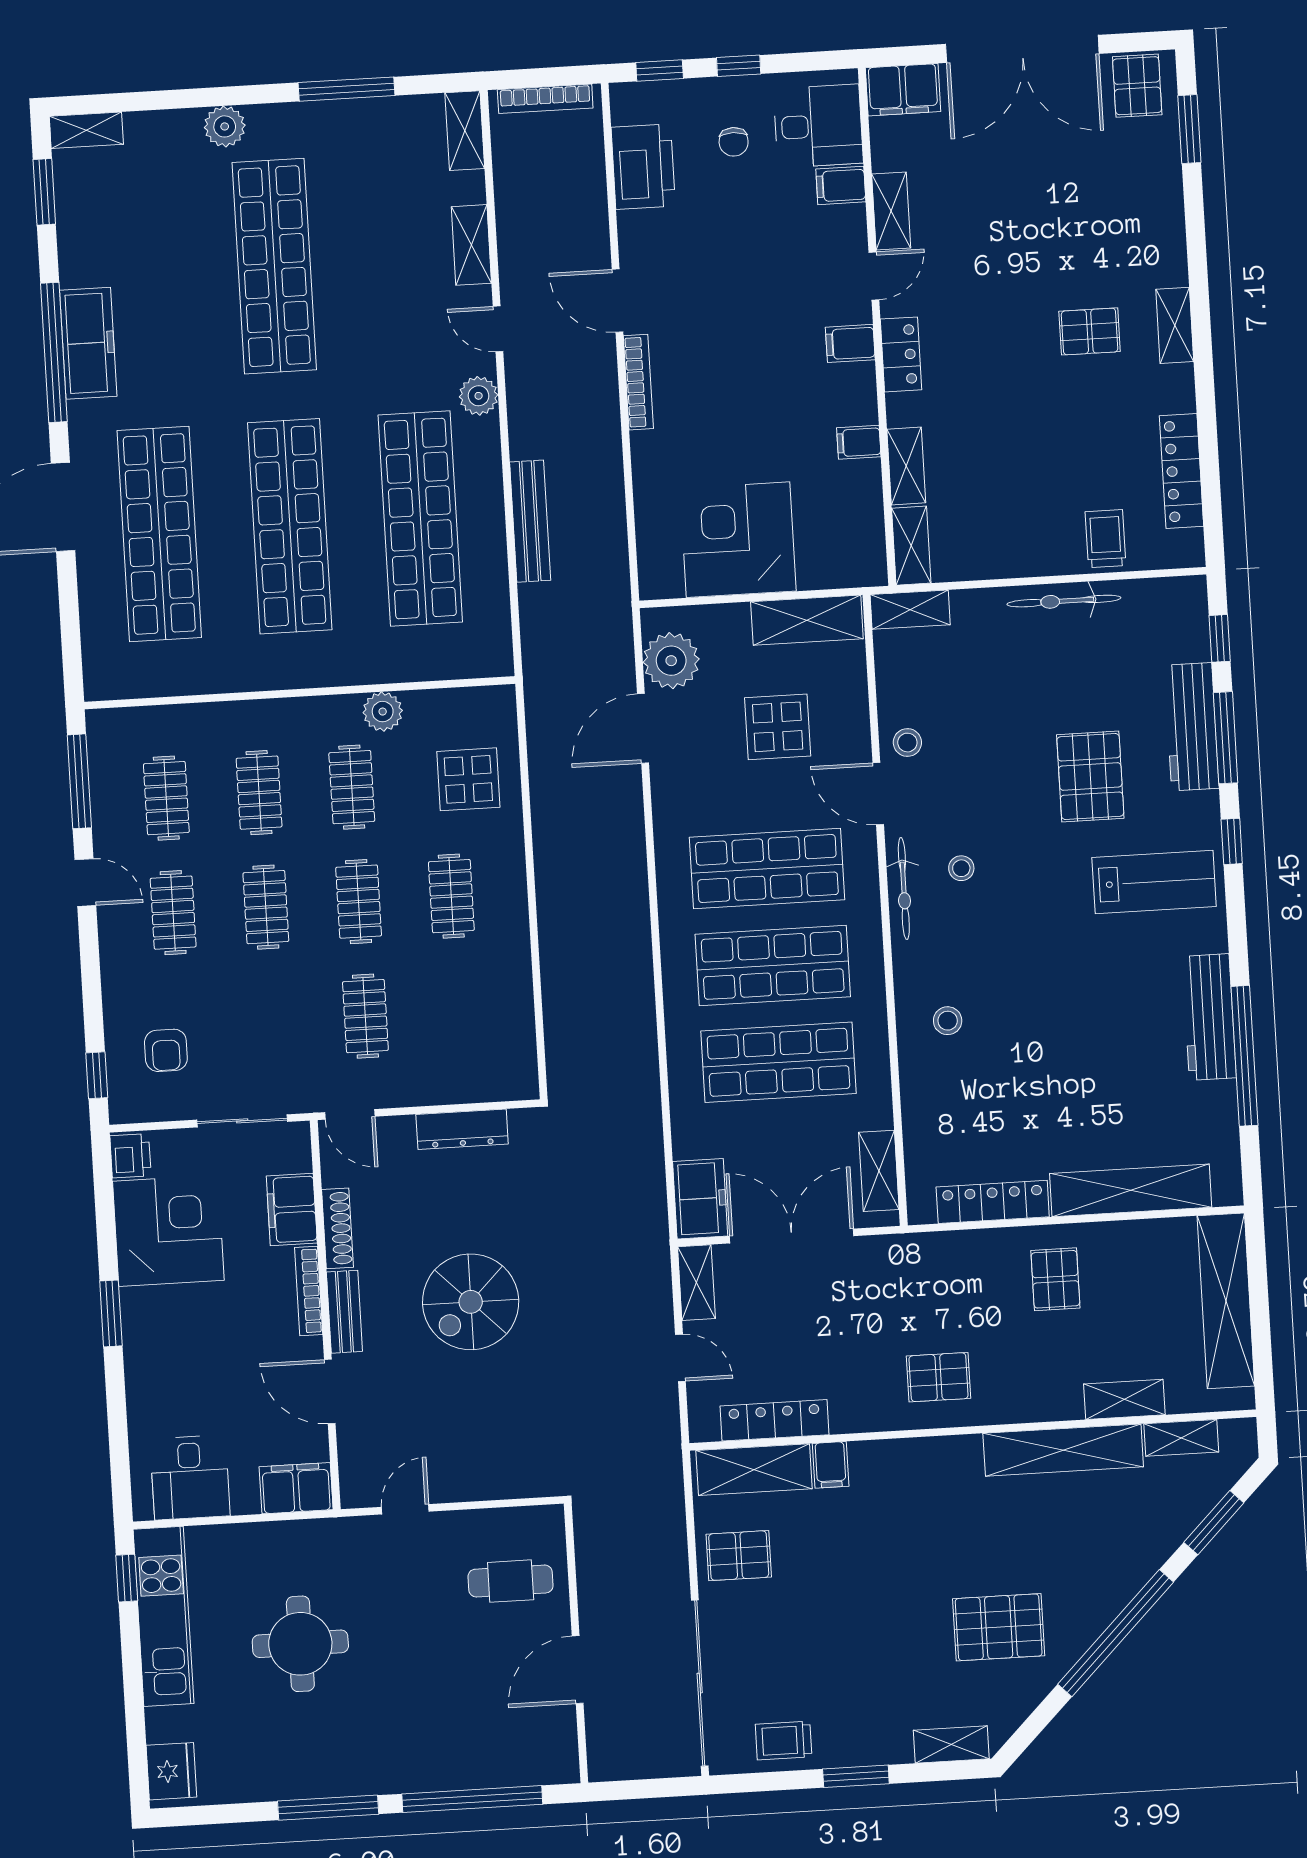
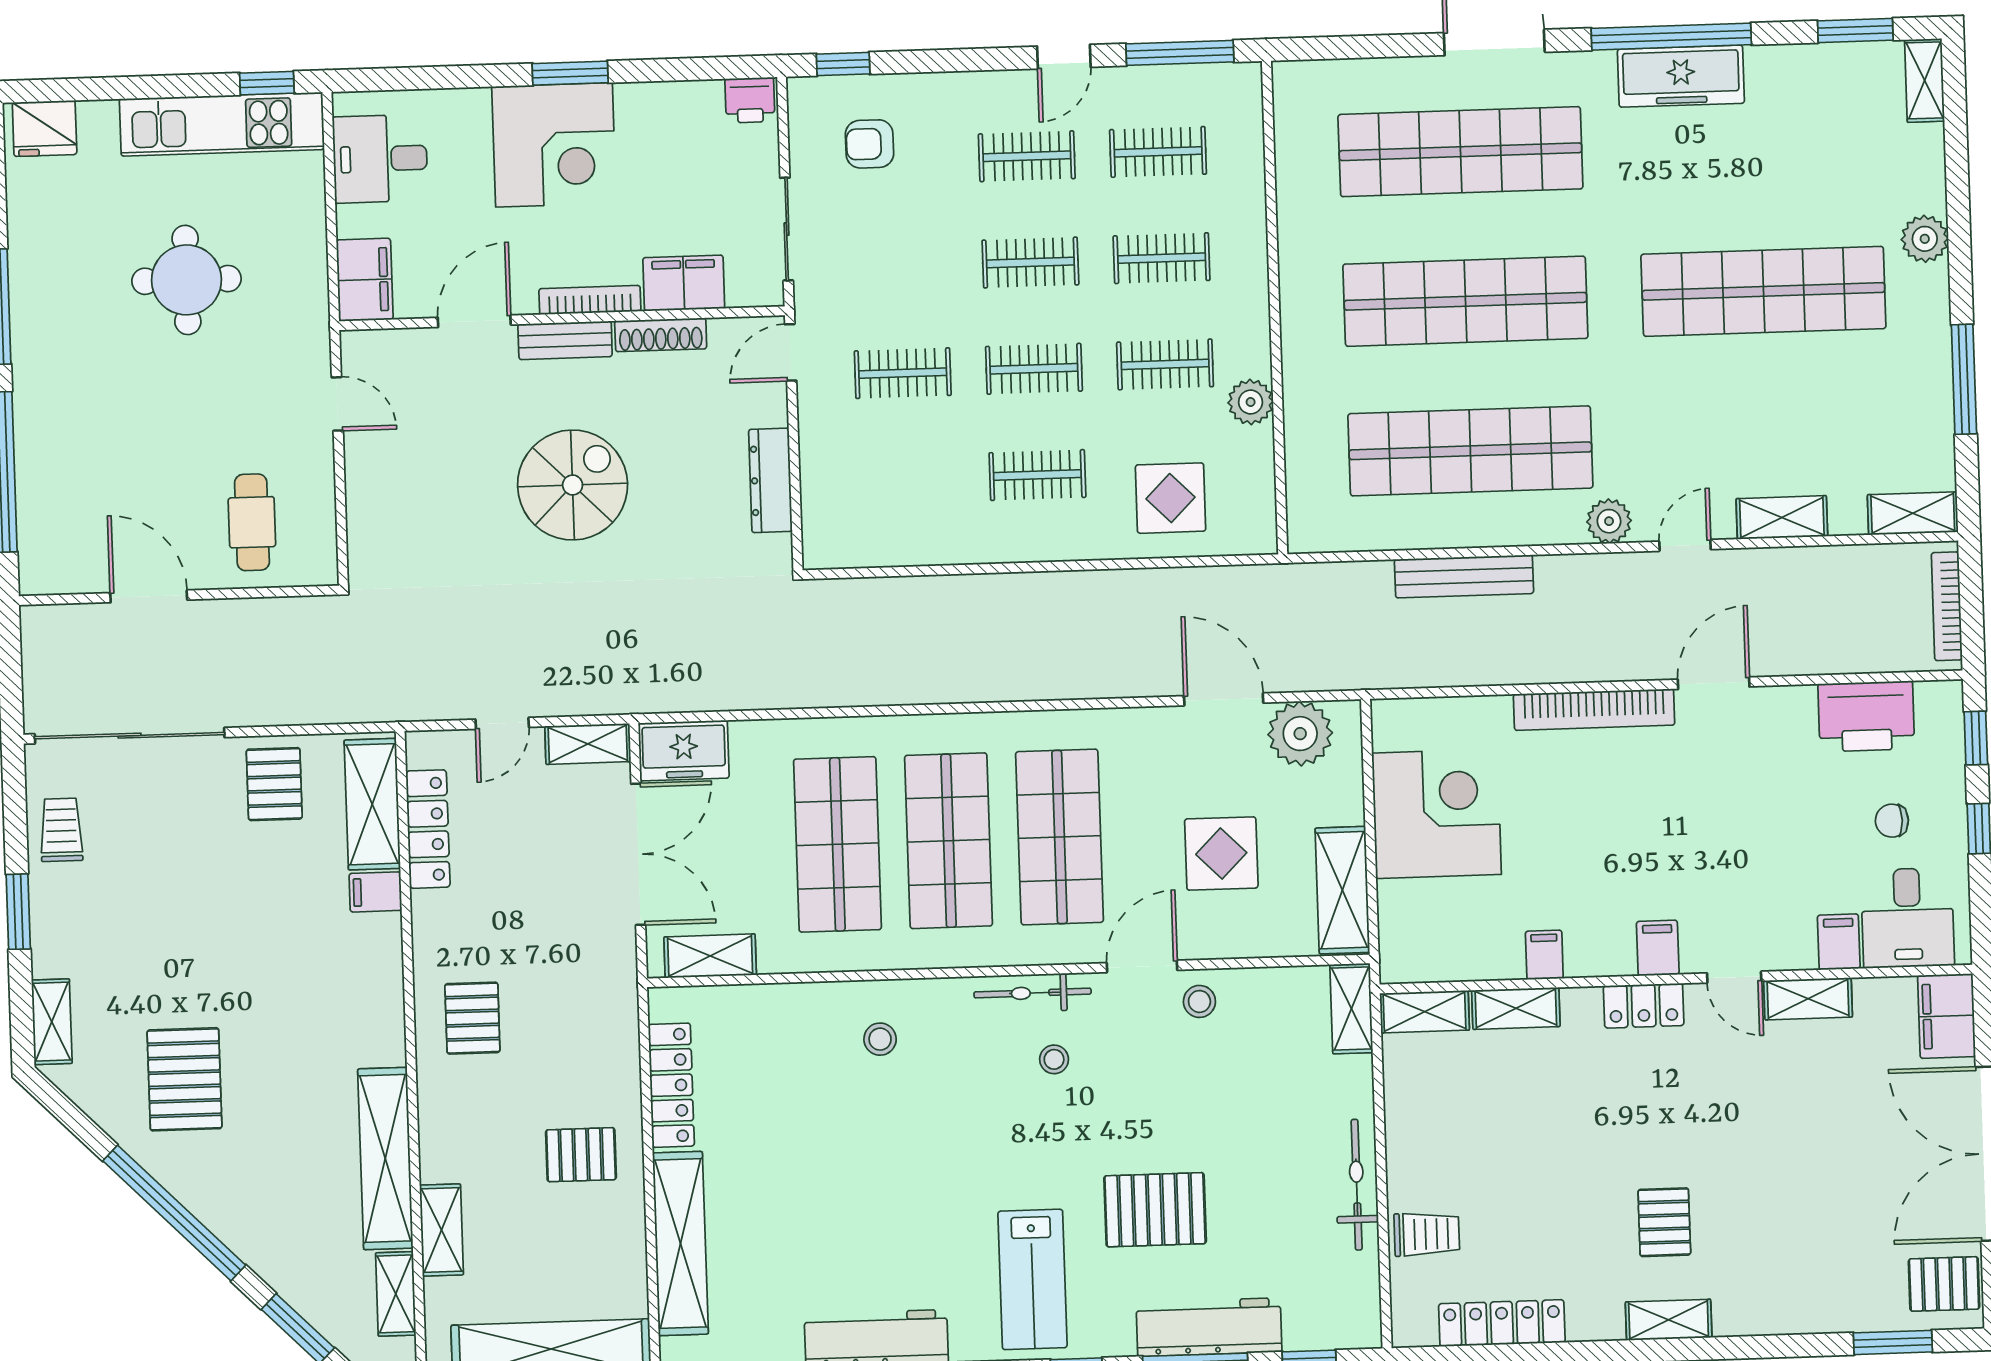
bookcase: (638, 382) -> (1594, 710), width x1.48, depth x1.31
corner desk: (168, 1231) -> (554, 145), moved
spiral stairs: (471, 1302) -> (573, 485), turned 90

